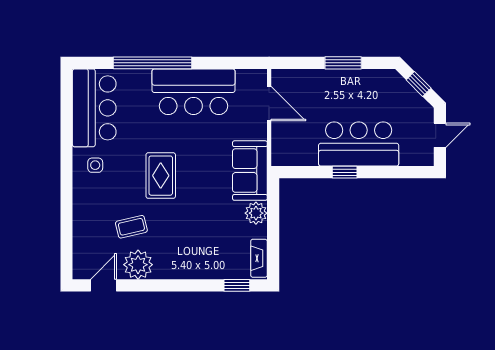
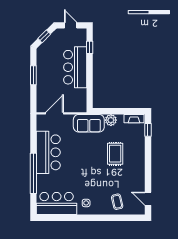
window: (345, 172) -> (90, 47), moved
rug: (161, 176) -> (115, 154), moved, turned 90
coffee table: (131, 227) -> (117, 202), moved
plant: (138, 265) -> (137, 181), removed

